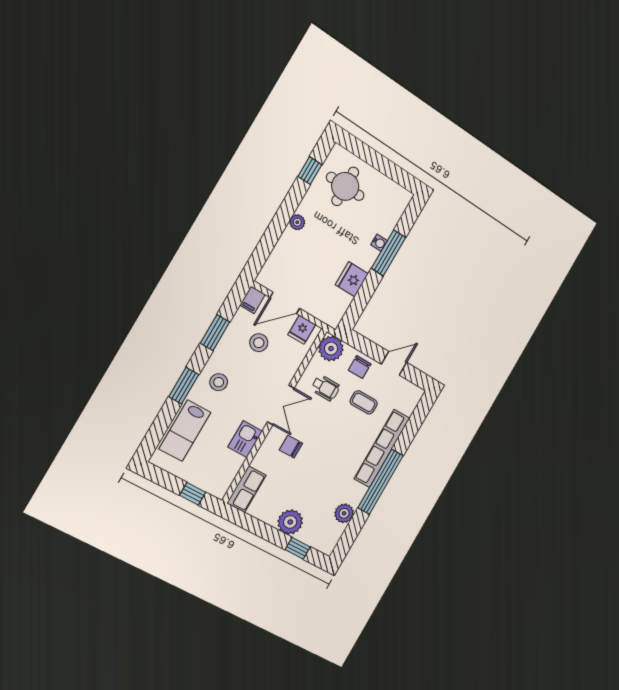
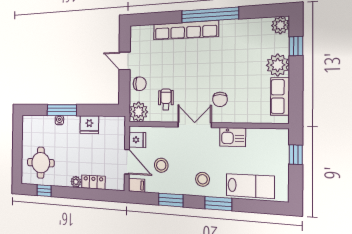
locker: (285, 246) -> (93, 182), added
coffee table: (364, 402) -> (161, 65), removed
row of seats: (246, 489) -> (280, 96), moved, turned -90
plant: (344, 513) -> (280, 25), moved

